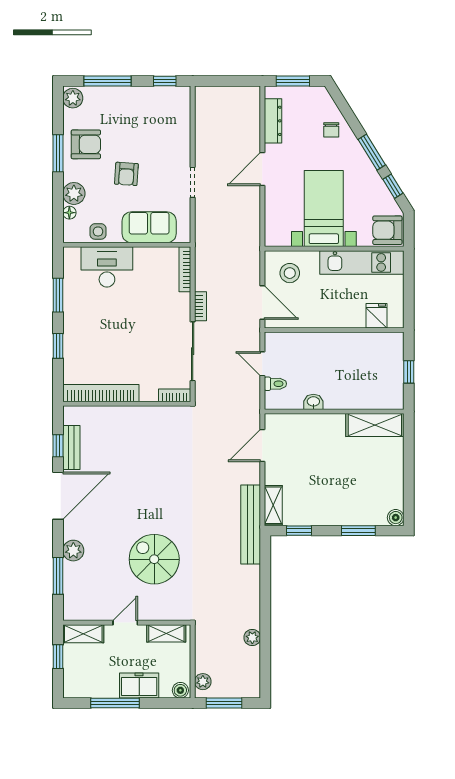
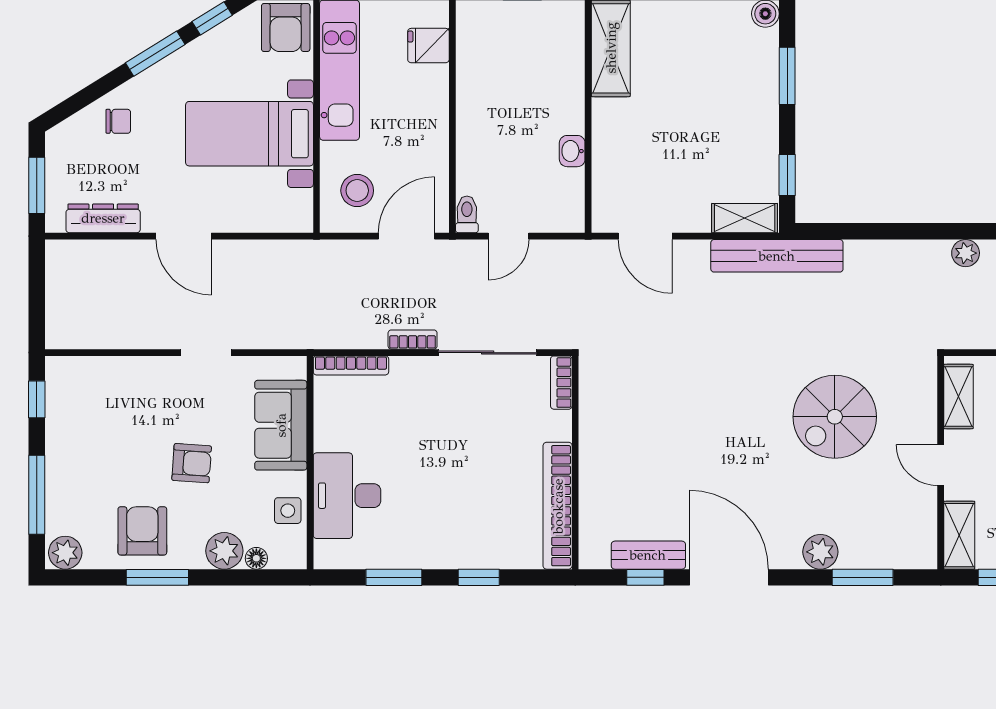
toilet: (275, 384) -> (467, 214), moved

